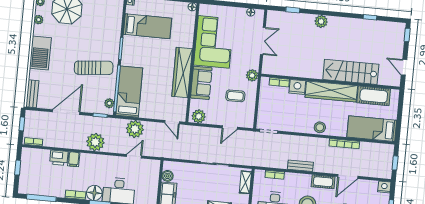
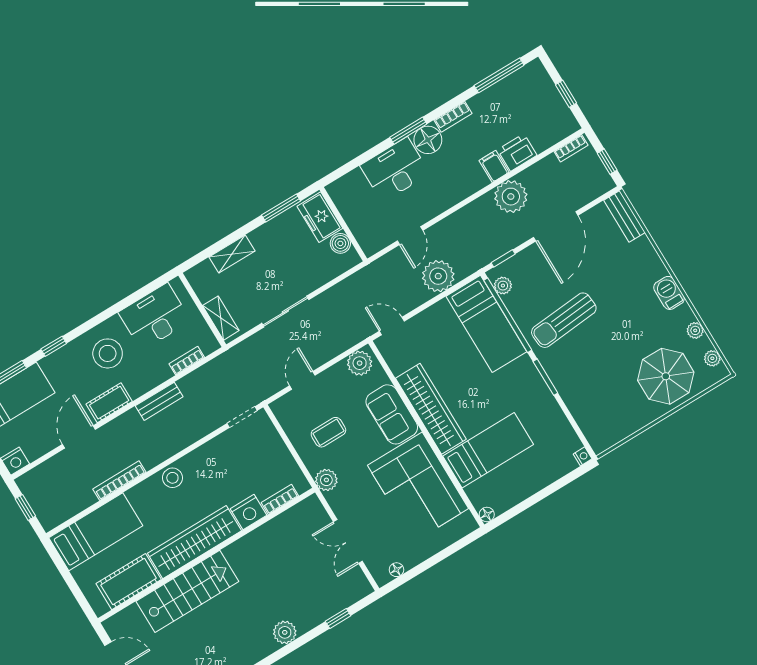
bed: (148, 26) -> (488, 450), moved, turned 180
barbecue: (40, 53) -> (669, 293), width x0.53, depth x0.65
plant: (95, 142) -> (511, 197), moved

